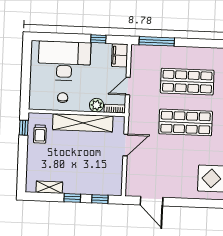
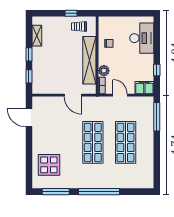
desk: (64, 61) -> (142, 38), width x0.73, depth x0.77
window: (24, 128) -> (71, 13), moved
door: (152, 201) -> (29, 118), hinge flipped

